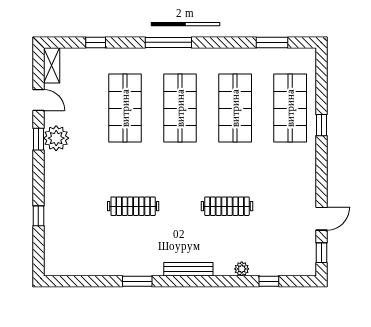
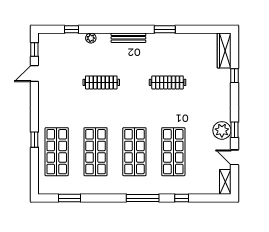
window: (96, 42) -> (182, 198), moved
wardrobe: (53, 251) -> (224, 51), added

